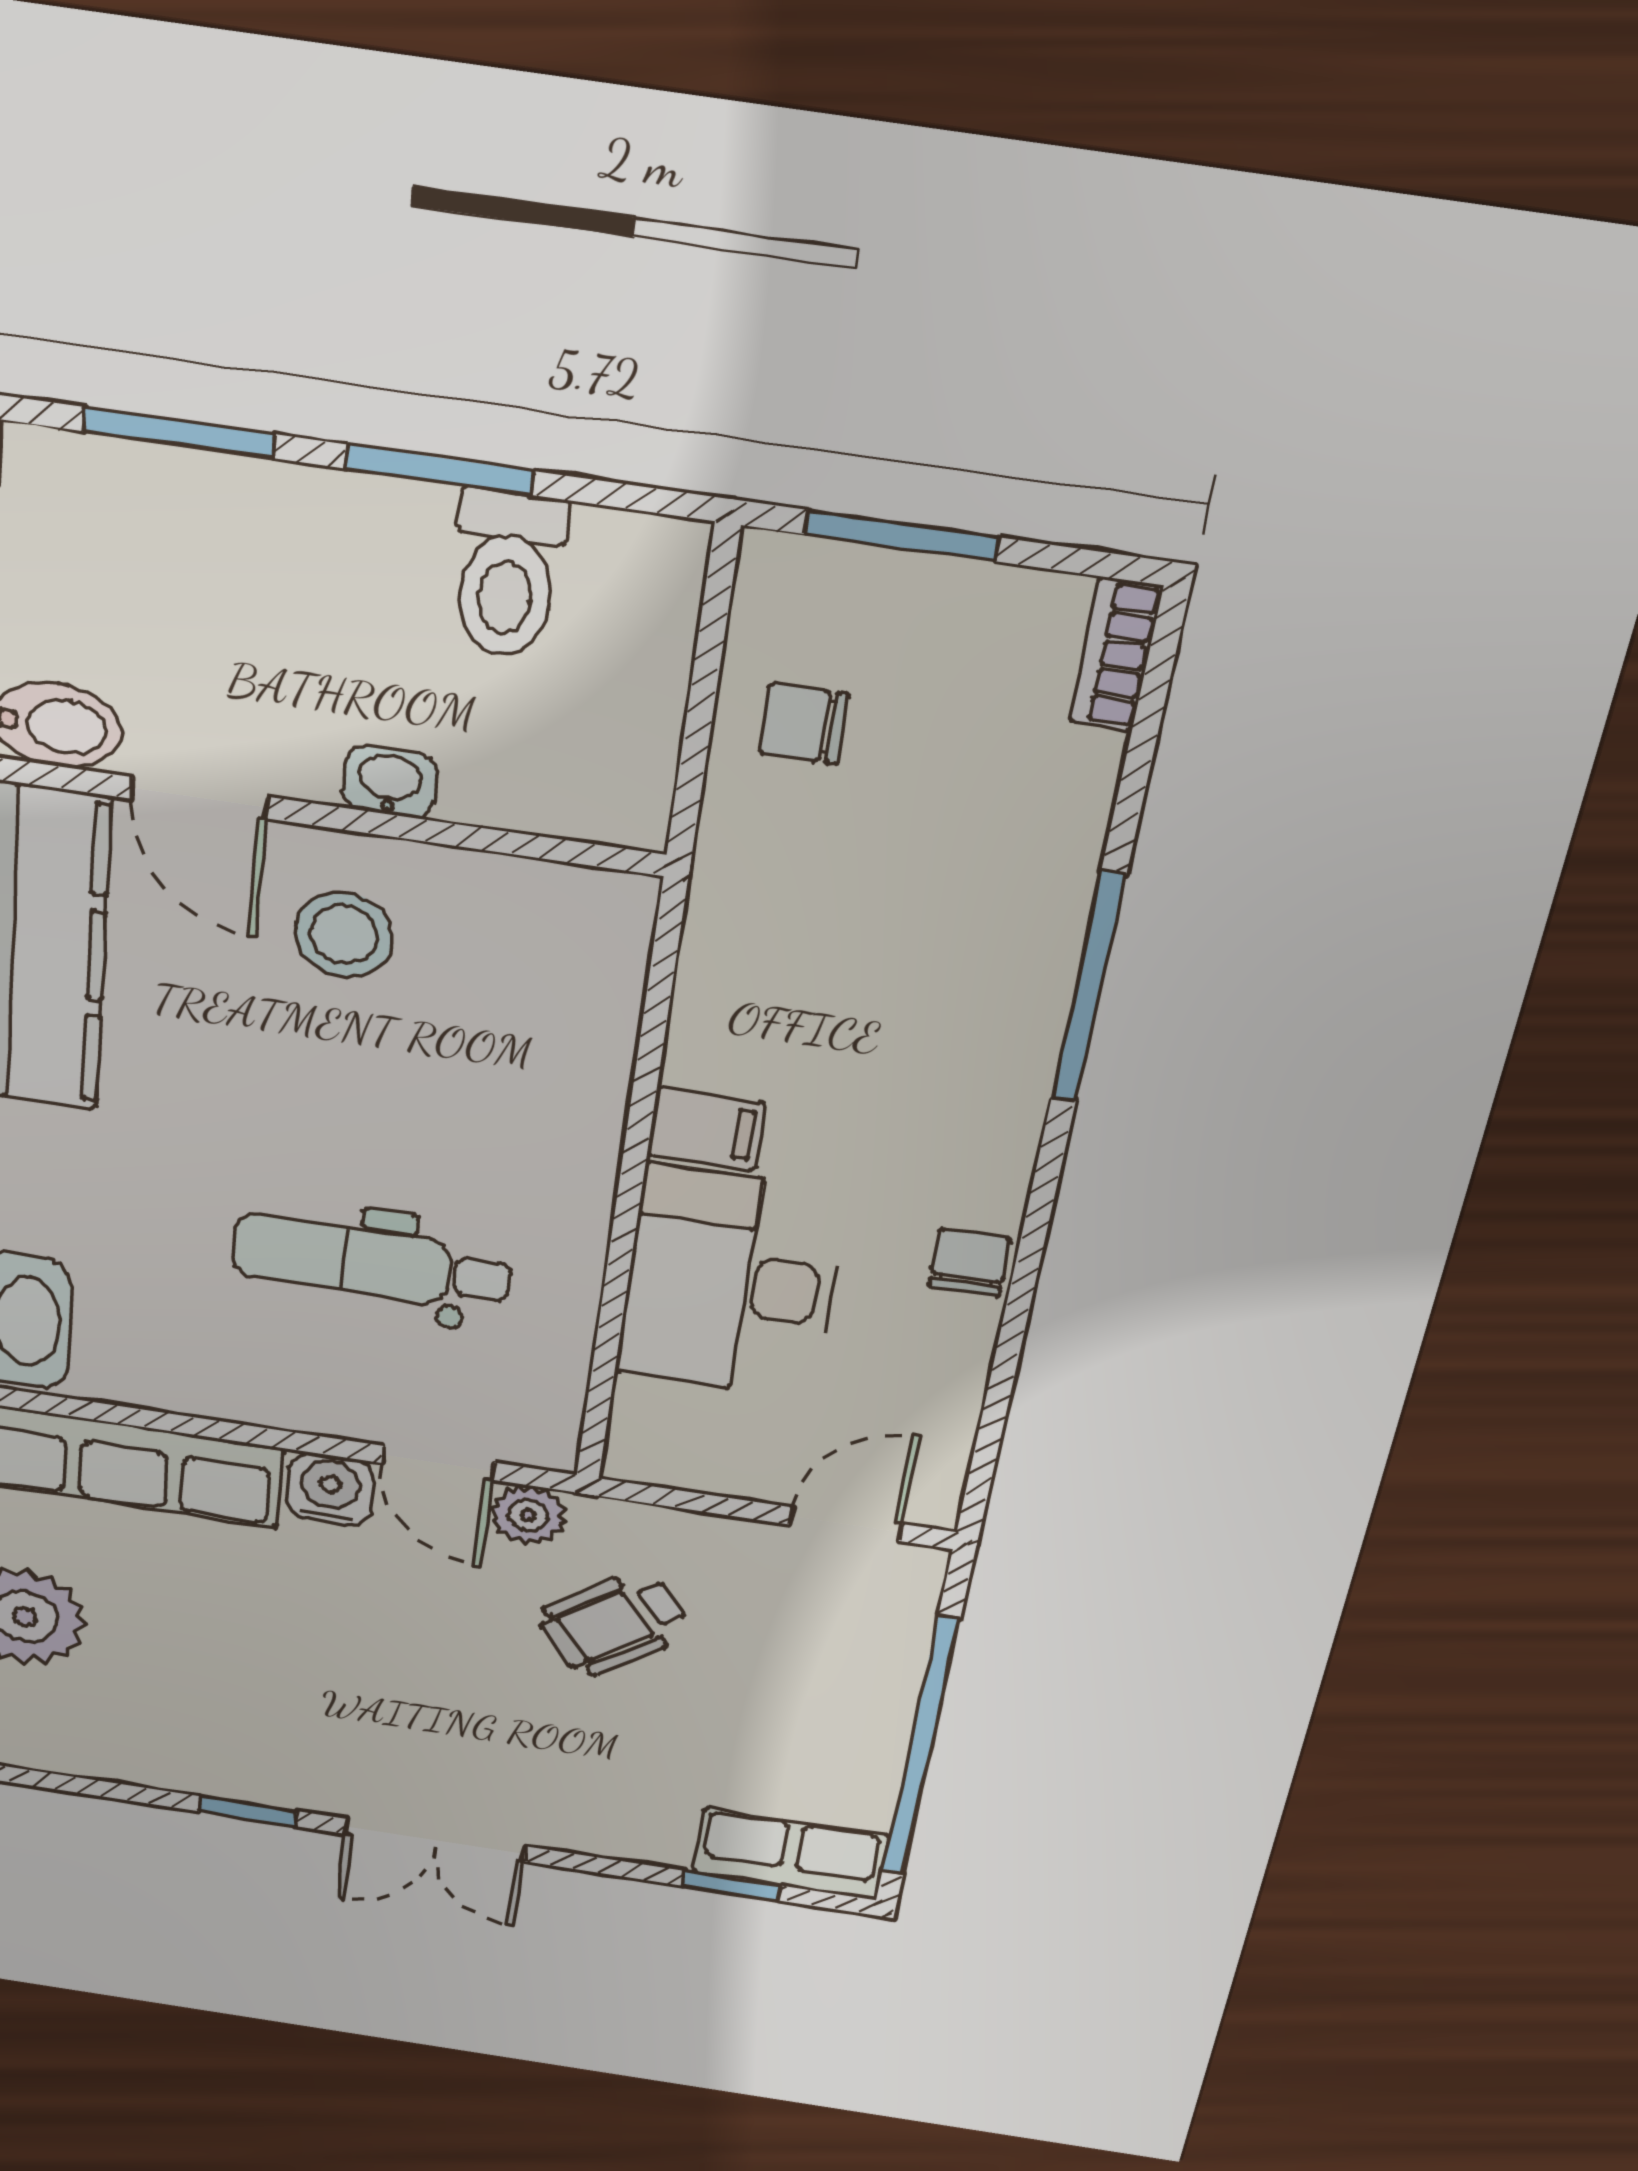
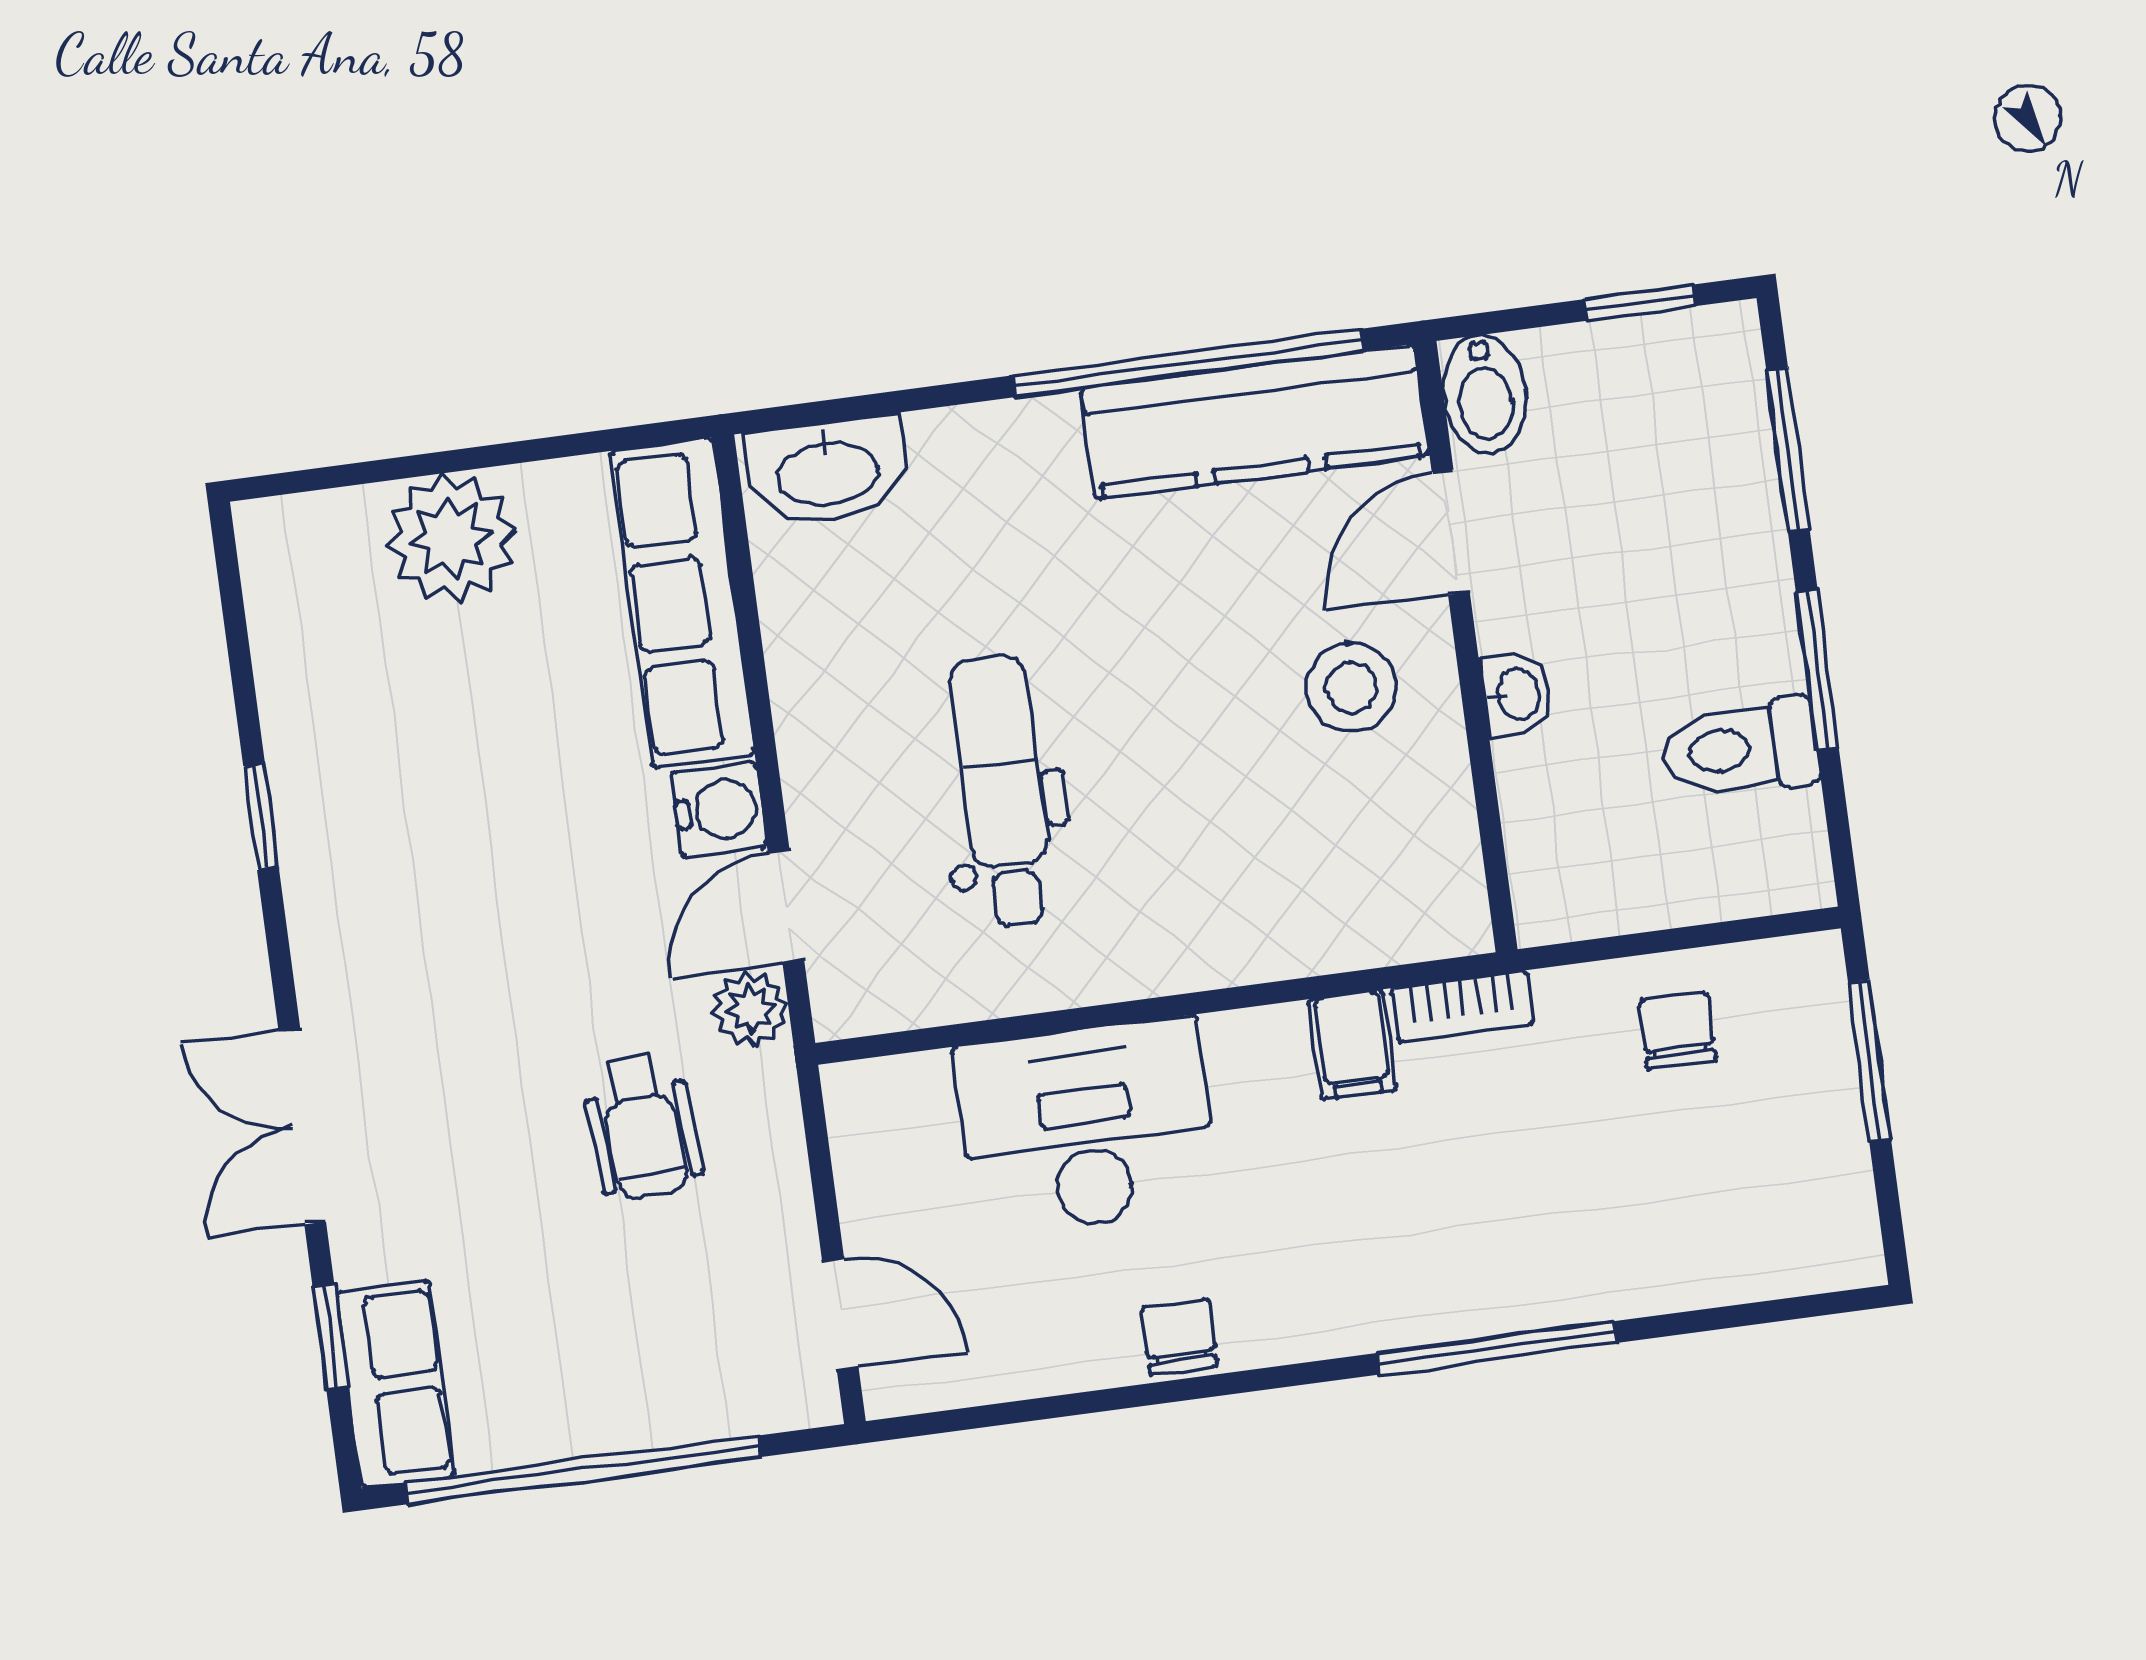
bookcase: (1116, 654) -> (1463, 1006), moved, turned 180
filing cabinet: (706, 1129) -> (1352, 1045), moved
chair: (970, 1263) -> (1179, 1337), turned -90
wheelchair: (614, 1623) -> (642, 1126), turned -146
double door: (435, 1840) -> (302, 1126), moved

